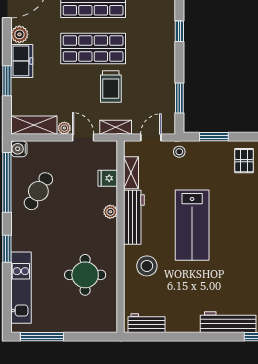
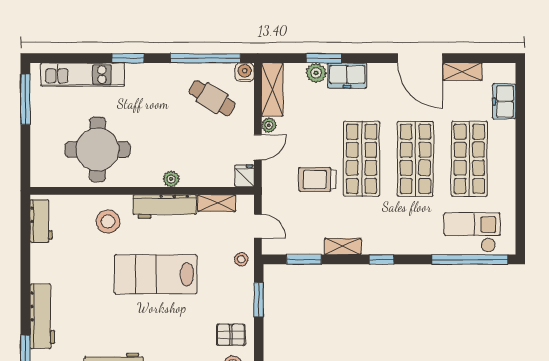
plant: (19, 34) -> (316, 73), moved
shelving: (116, 127) -> (343, 246), moved, turned 90
fridge: (108, 178) -> (245, 176), moved
cafe table: (38, 191) -> (212, 98), moved
round table: (85, 275) -> (98, 149), width x1.36, depth x1.36

